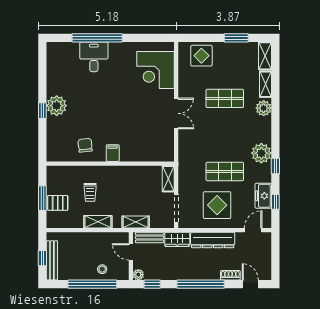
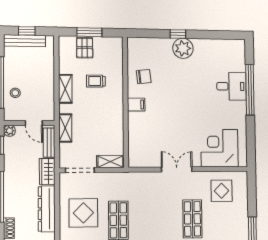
display table: (201, 56) -> (222, 191), moved
double door: (176, 113) -> (177, 169), swing flipped
door: (131, 252) -> (34, 123), swing flipped

